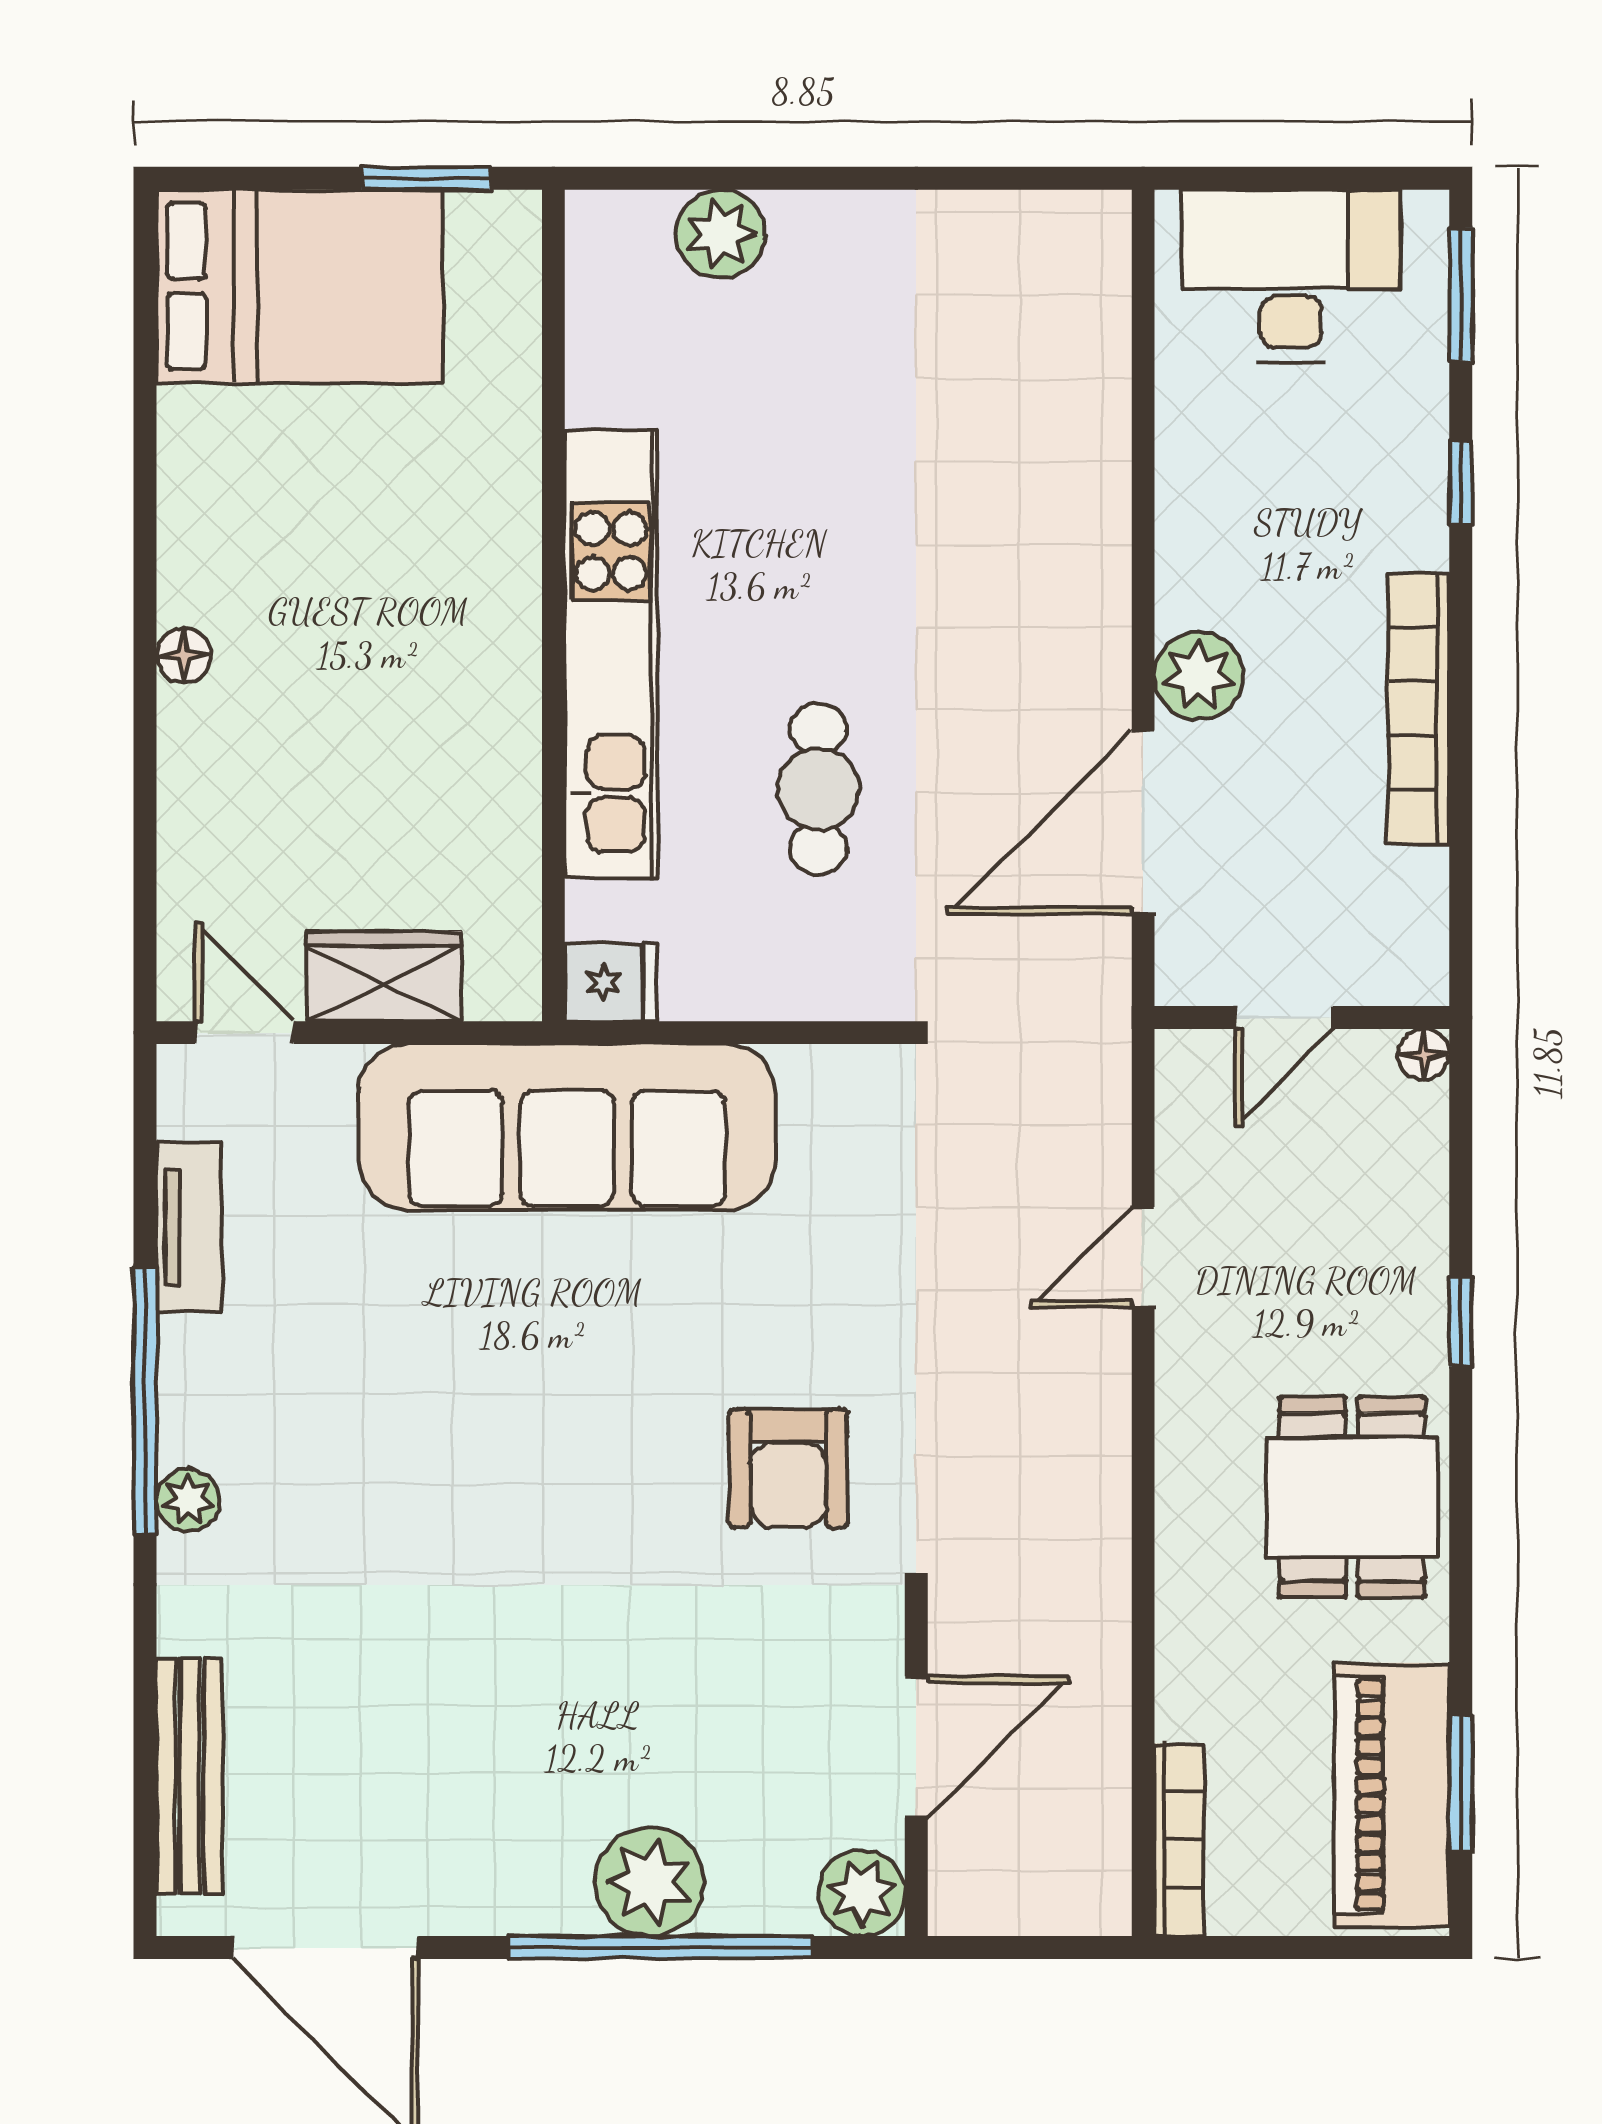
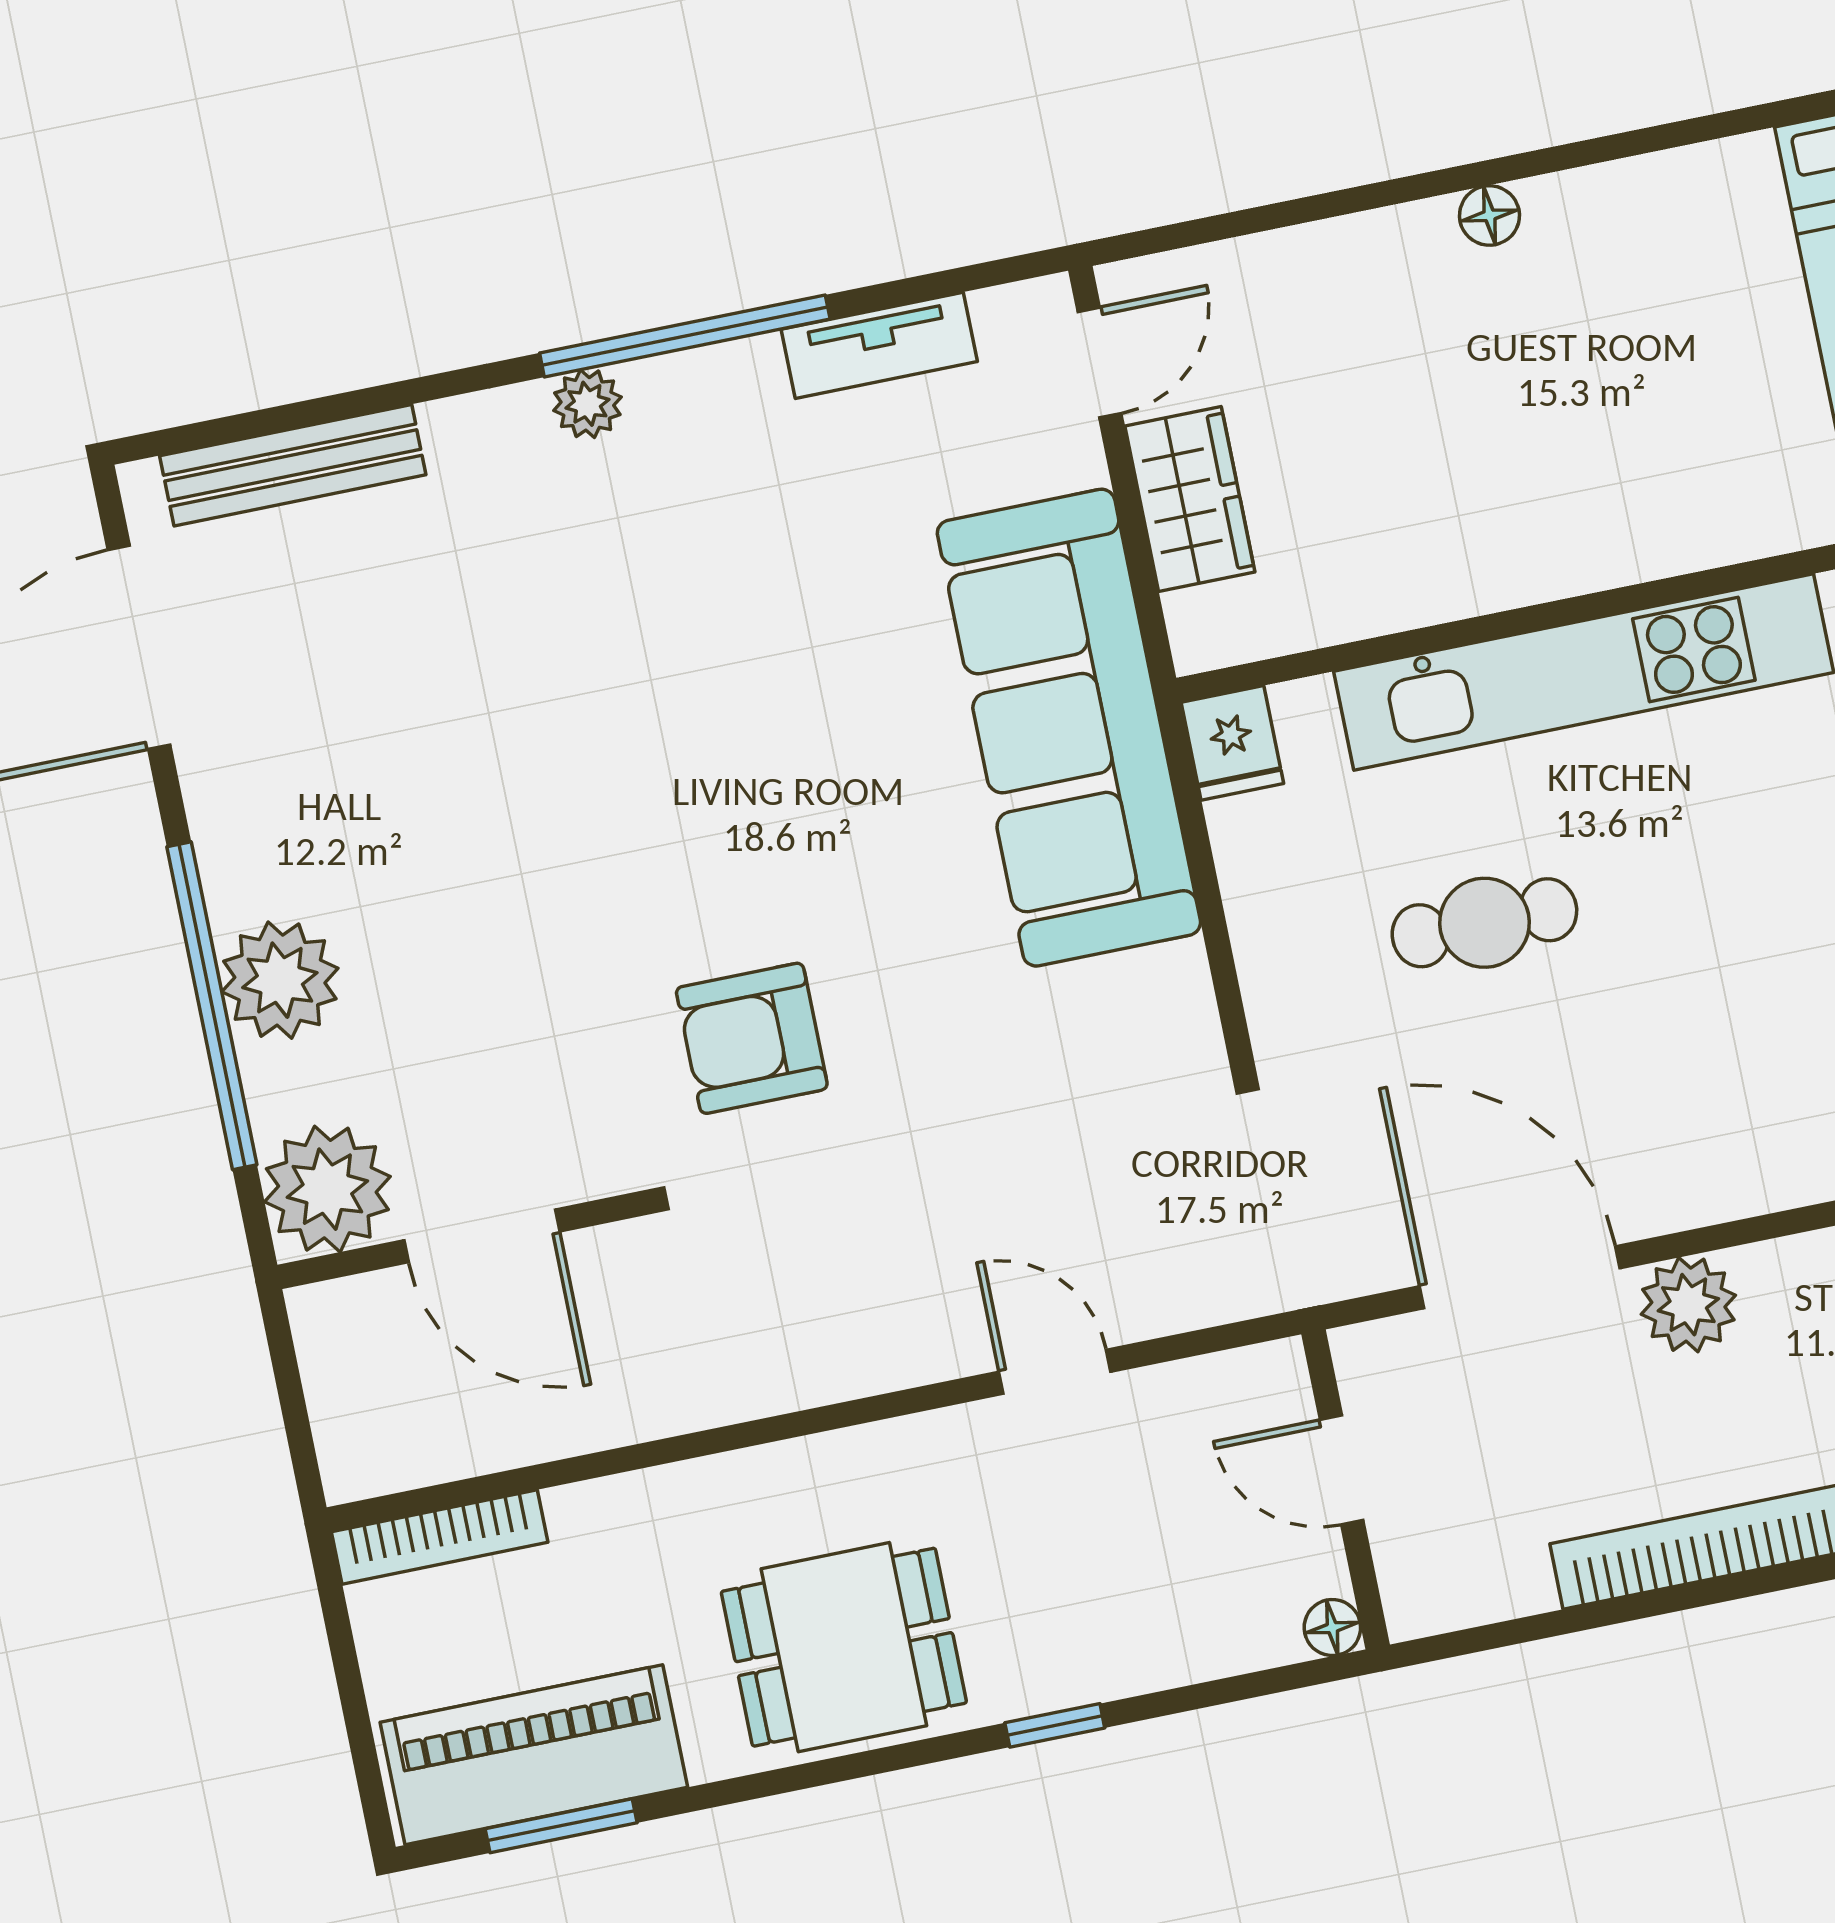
plant: (862, 1893) -> (327, 1189), width x1.36, depth x1.36

